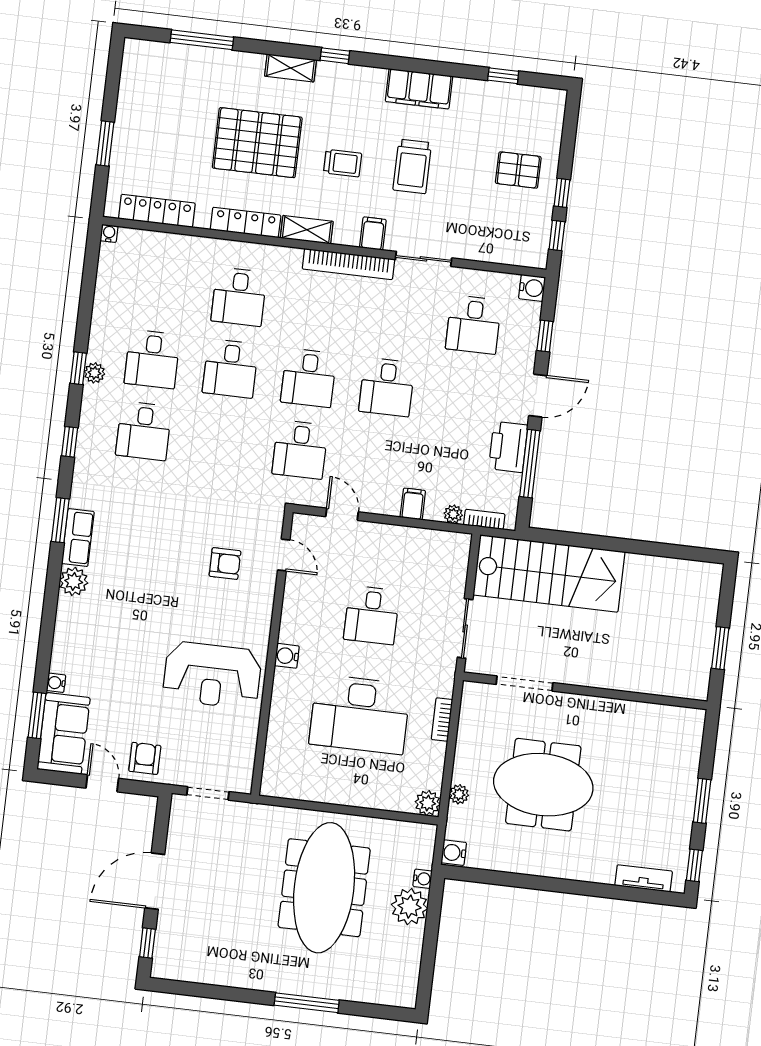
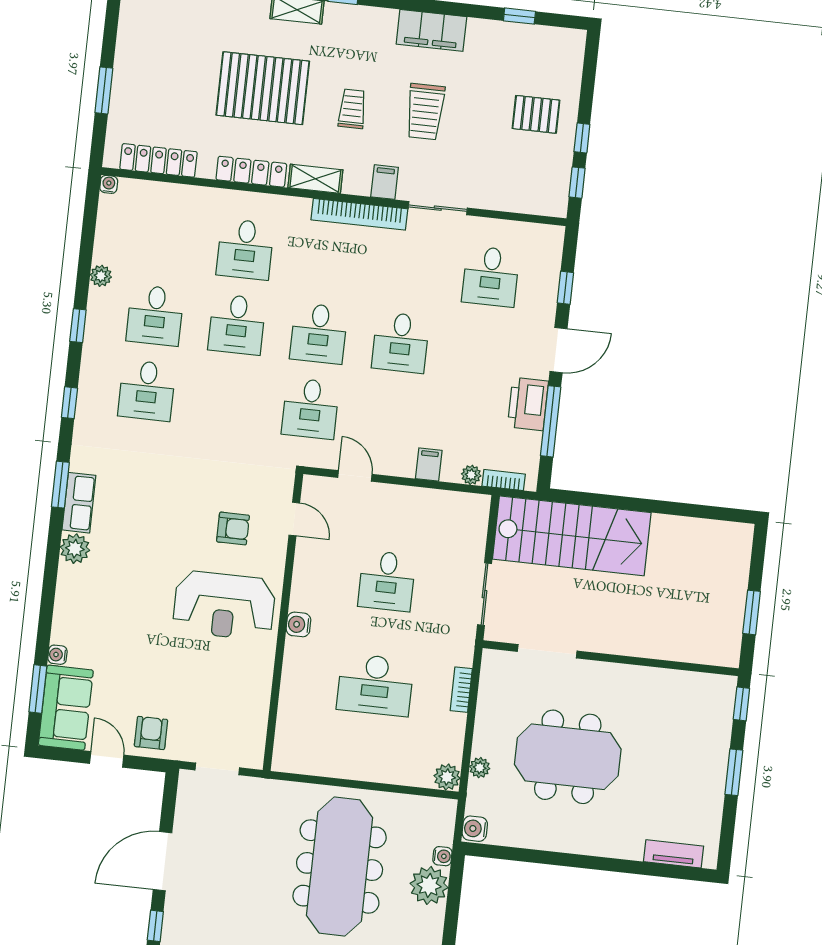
trolley: (343, 163) -> (352, 109), turned -90
water cooler: (532, 288) -> (551, 238), removed
plant: (95, 373) -> (101, 276), moved
reception desk: (212, 675) -> (224, 605), moved
desk: (360, 714) -> (375, 685), width x0.73, depth x0.77
window: (694, 865) -> (741, 704), moved

